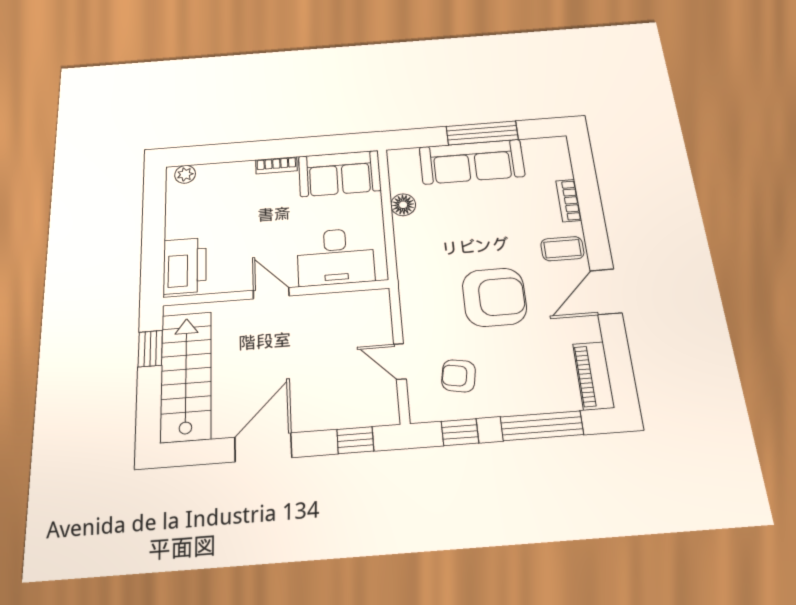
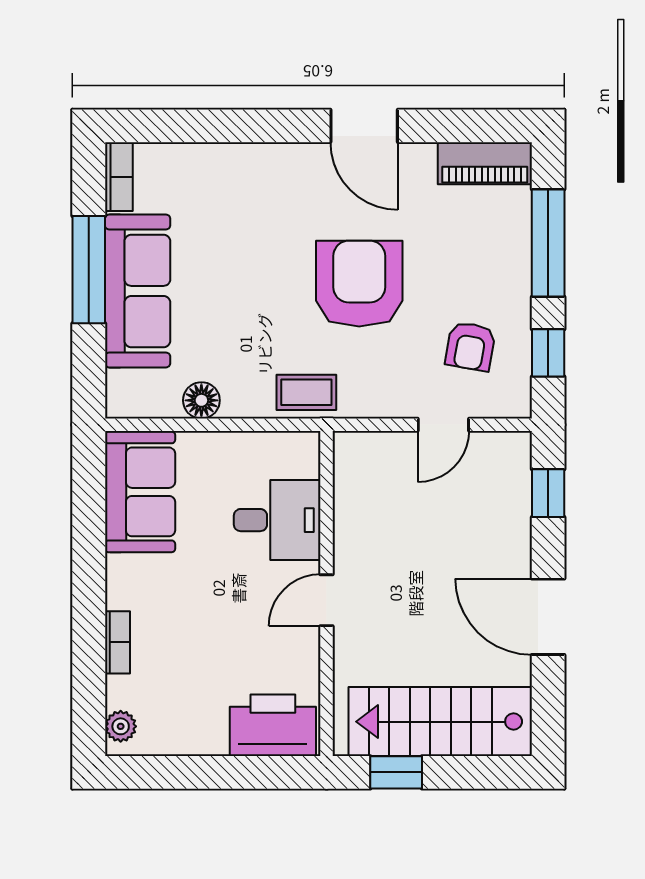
bookcase: (276, 165) -> (117, 642), moved
bookcase: (569, 201) -> (119, 177), moved, turned -90
coffee table: (562, 249) -> (306, 392), moved, turned 90
desk: (336, 257) -> (277, 520), width x0.73

